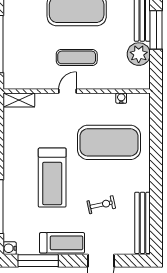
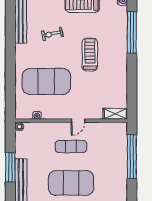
plant: (139, 54) -> (19, 127), moved, width x0.53, depth x0.53
treadmill: (52, 178) -> (90, 55), width x0.73, depth x0.73

